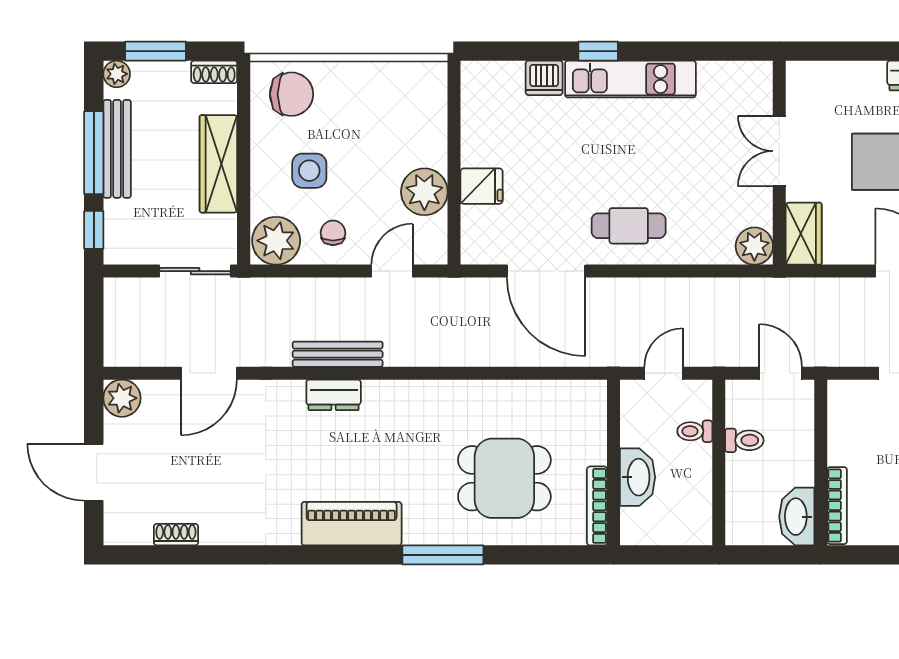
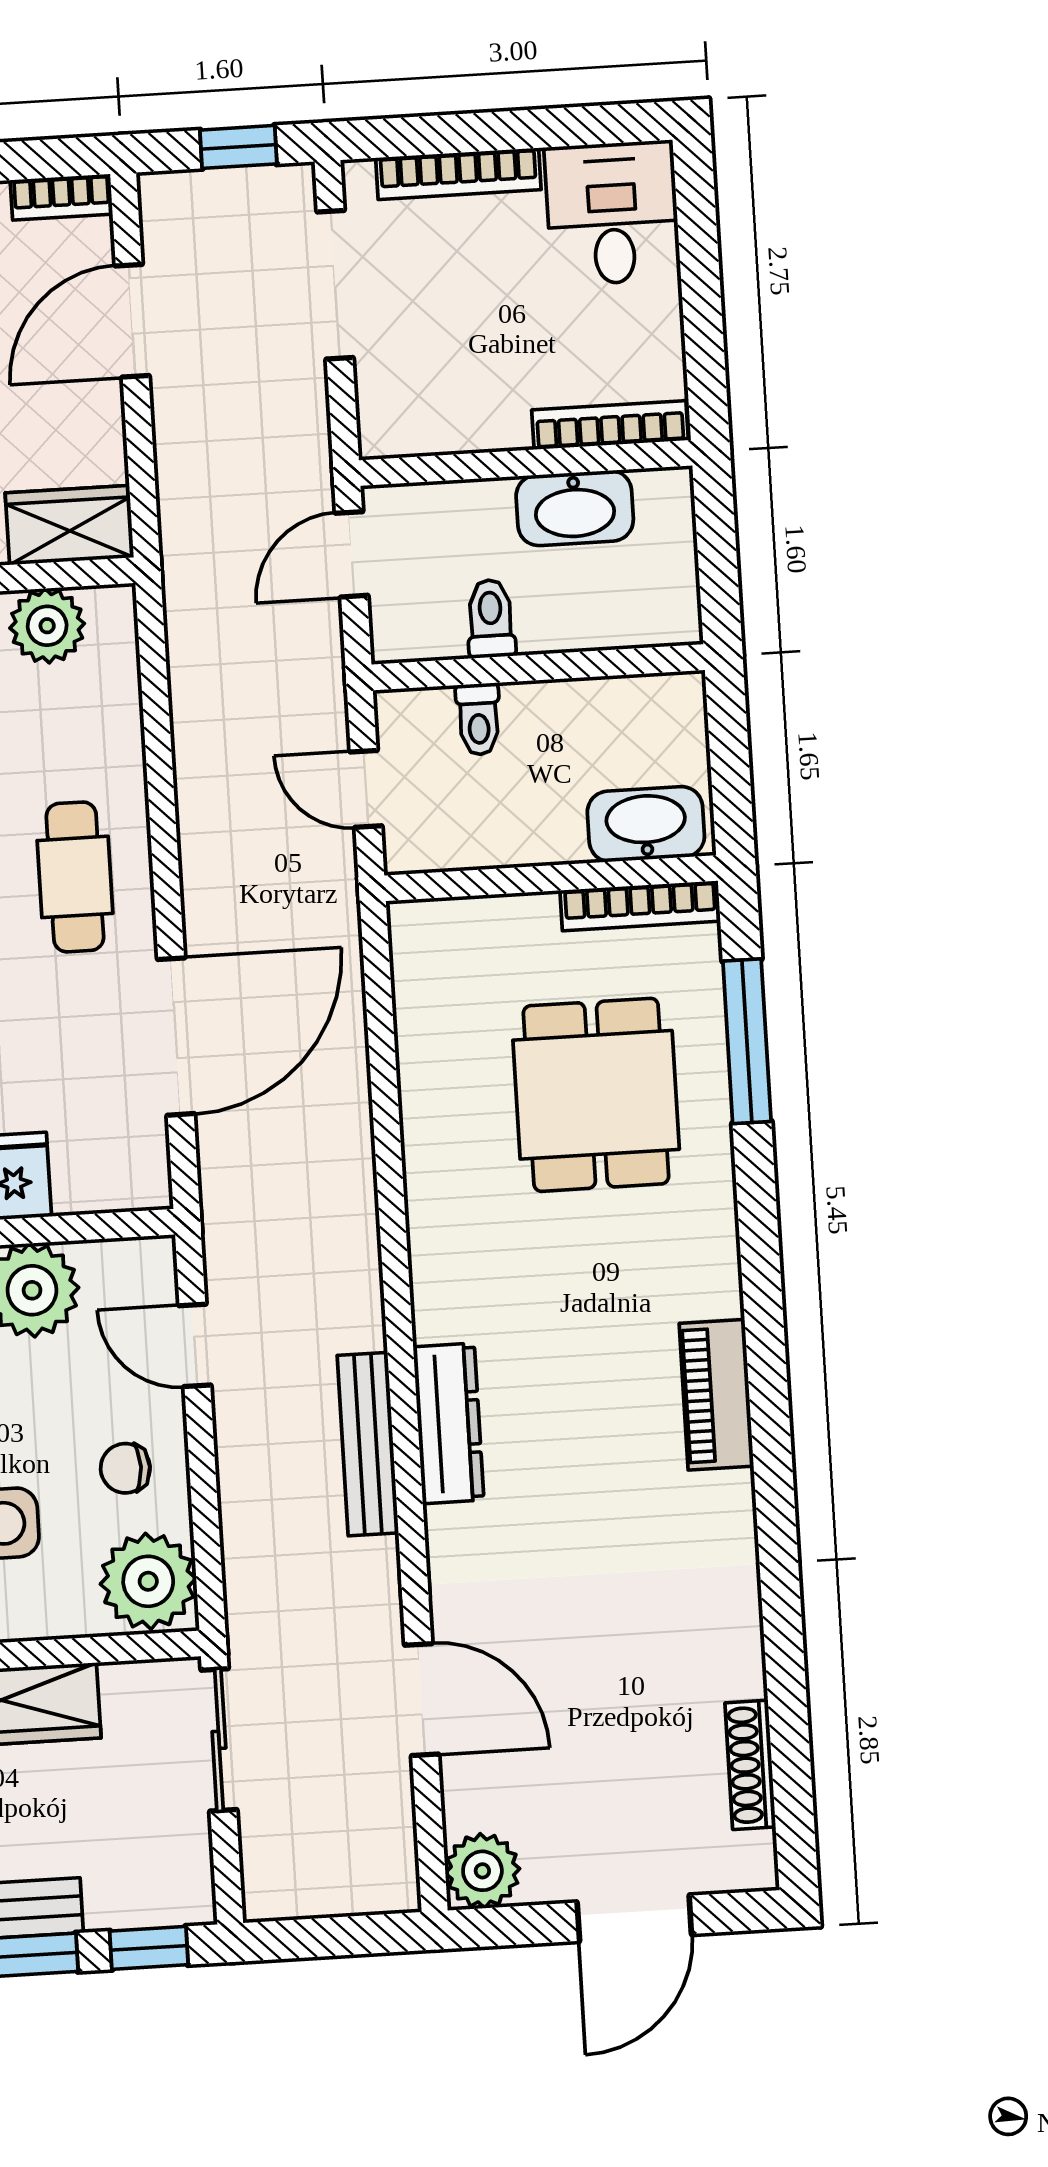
plant: (754, 246) -> (47, 626), moved
dresser: (334, 395) -> (448, 1423), width x1.44
washbasin: (637, 477) -> (646, 824), moved
washbasin: (797, 517) -> (575, 508), moved
piano: (352, 524) -> (716, 1395), width x0.73, depth x0.75
shoe rack: (176, 535) -> (750, 1765), width x1.43
window: (443, 555) -> (747, 1041), moved

